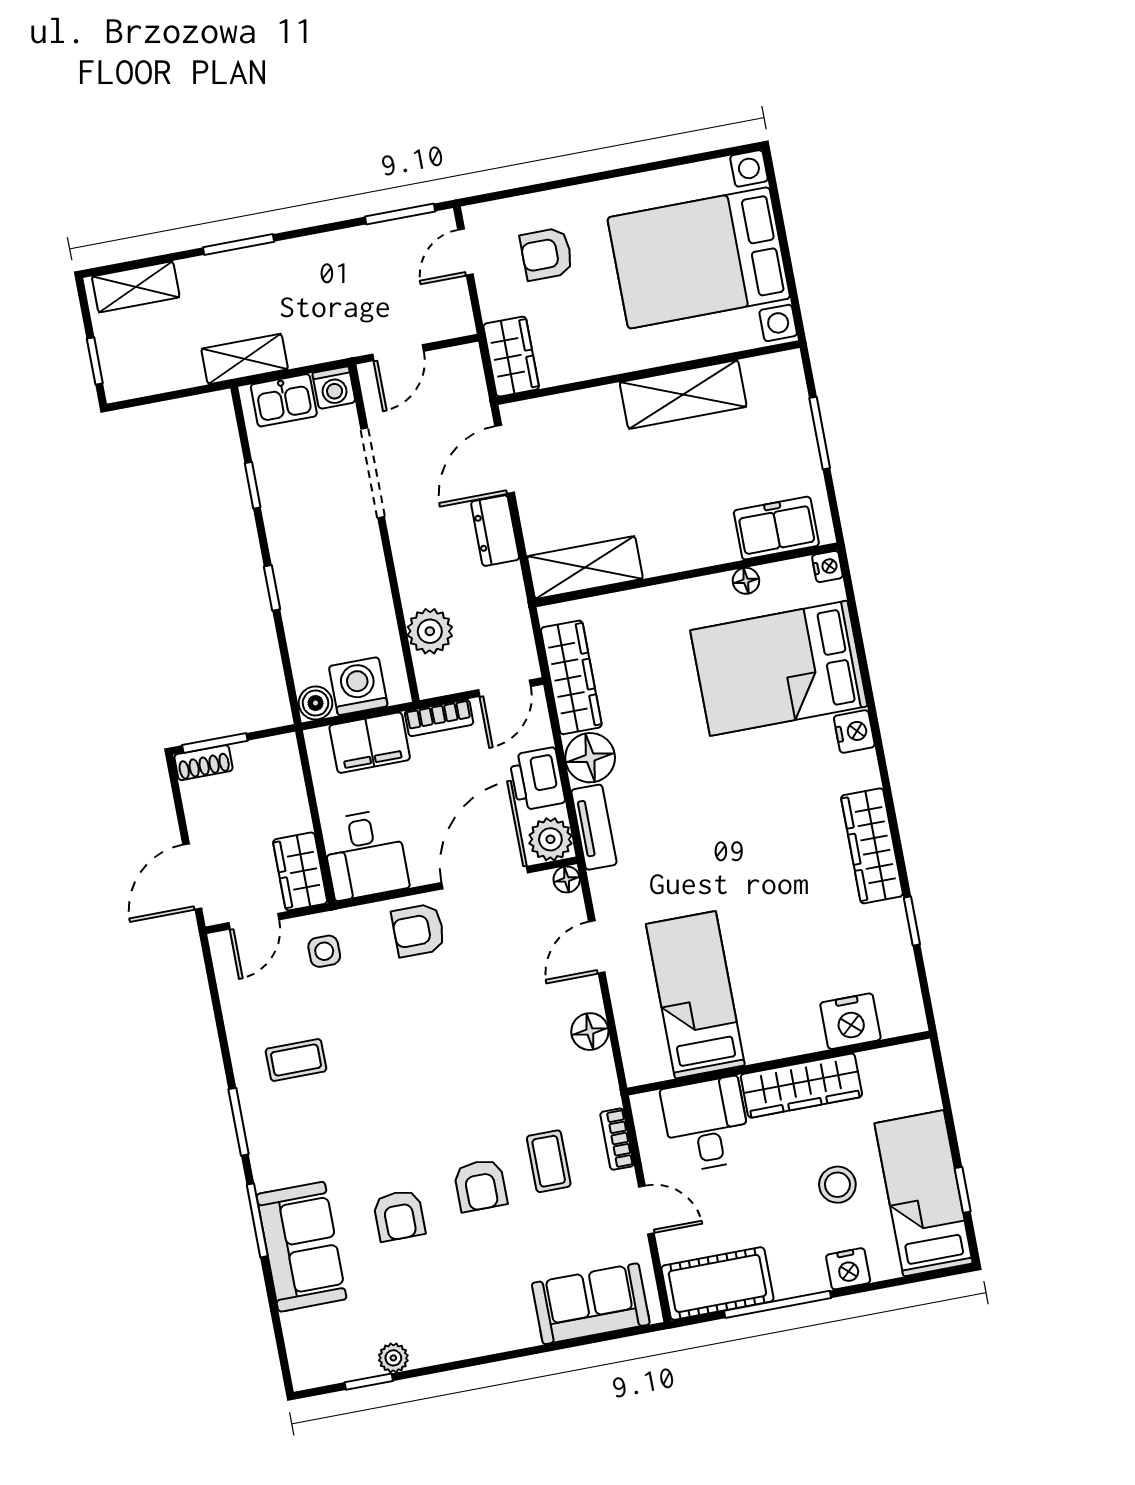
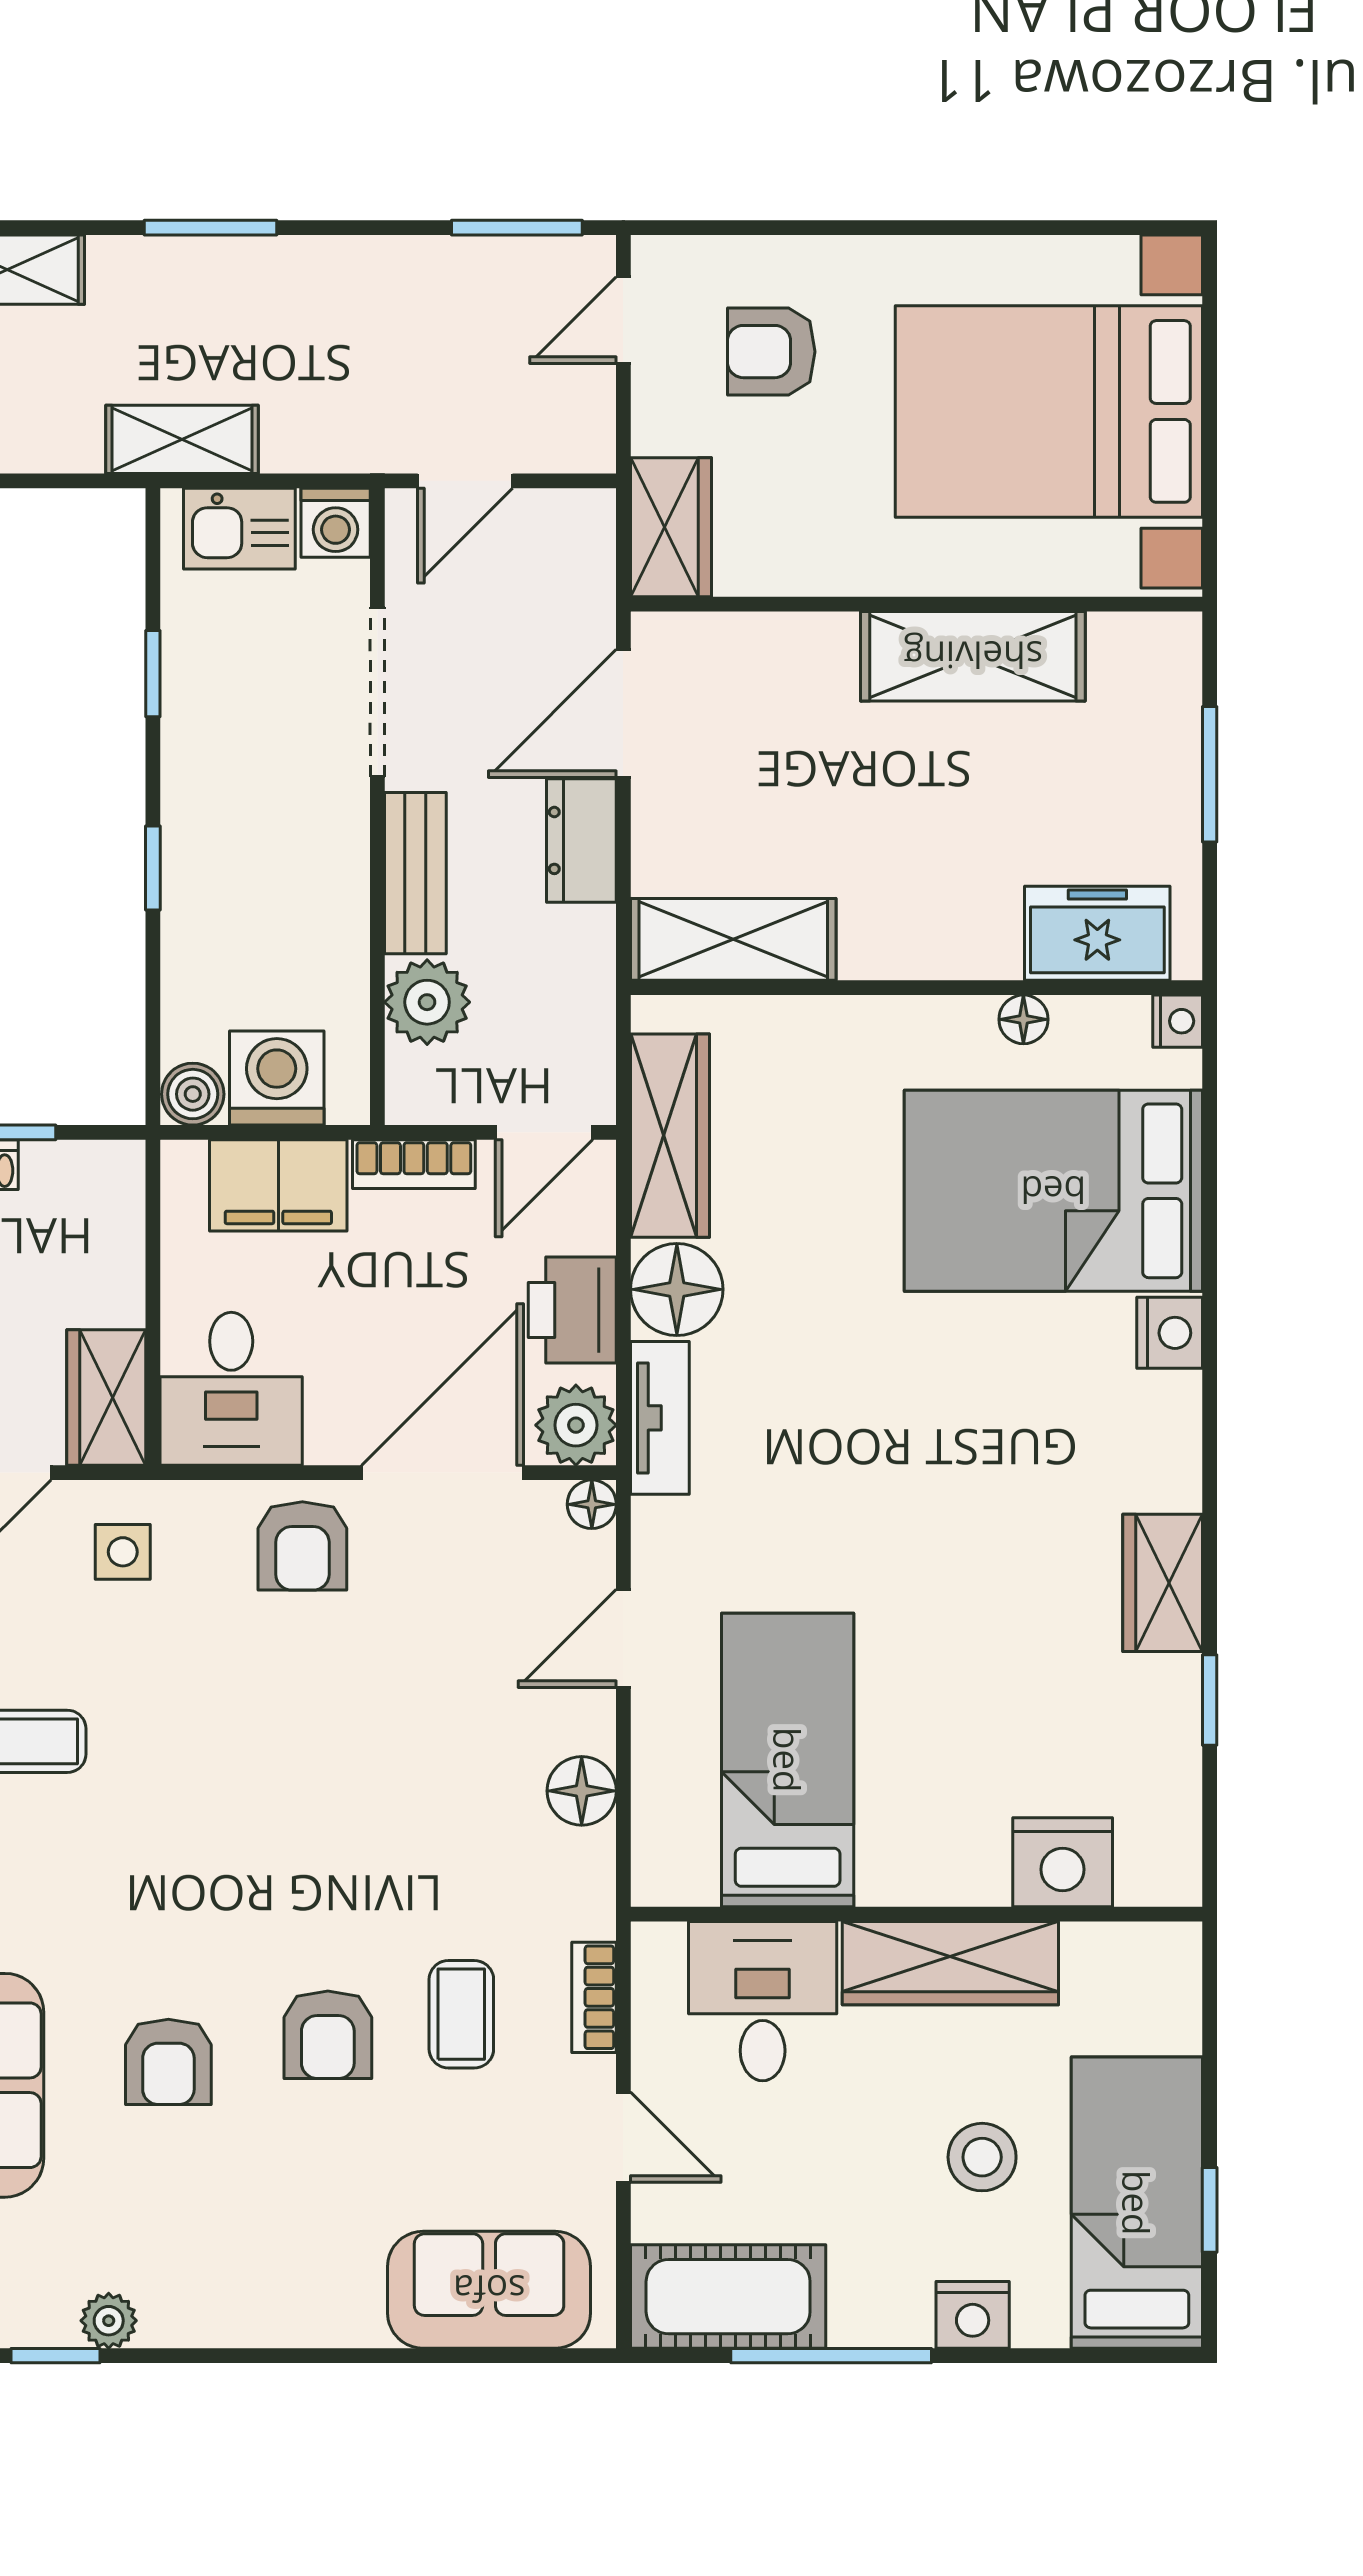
bench: (411, 564) -> (415, 873), added
wardrobe: (872, 846) -> (1163, 1583), width x0.67
armchair: (418, 930) -> (302, 1546), turned -90

